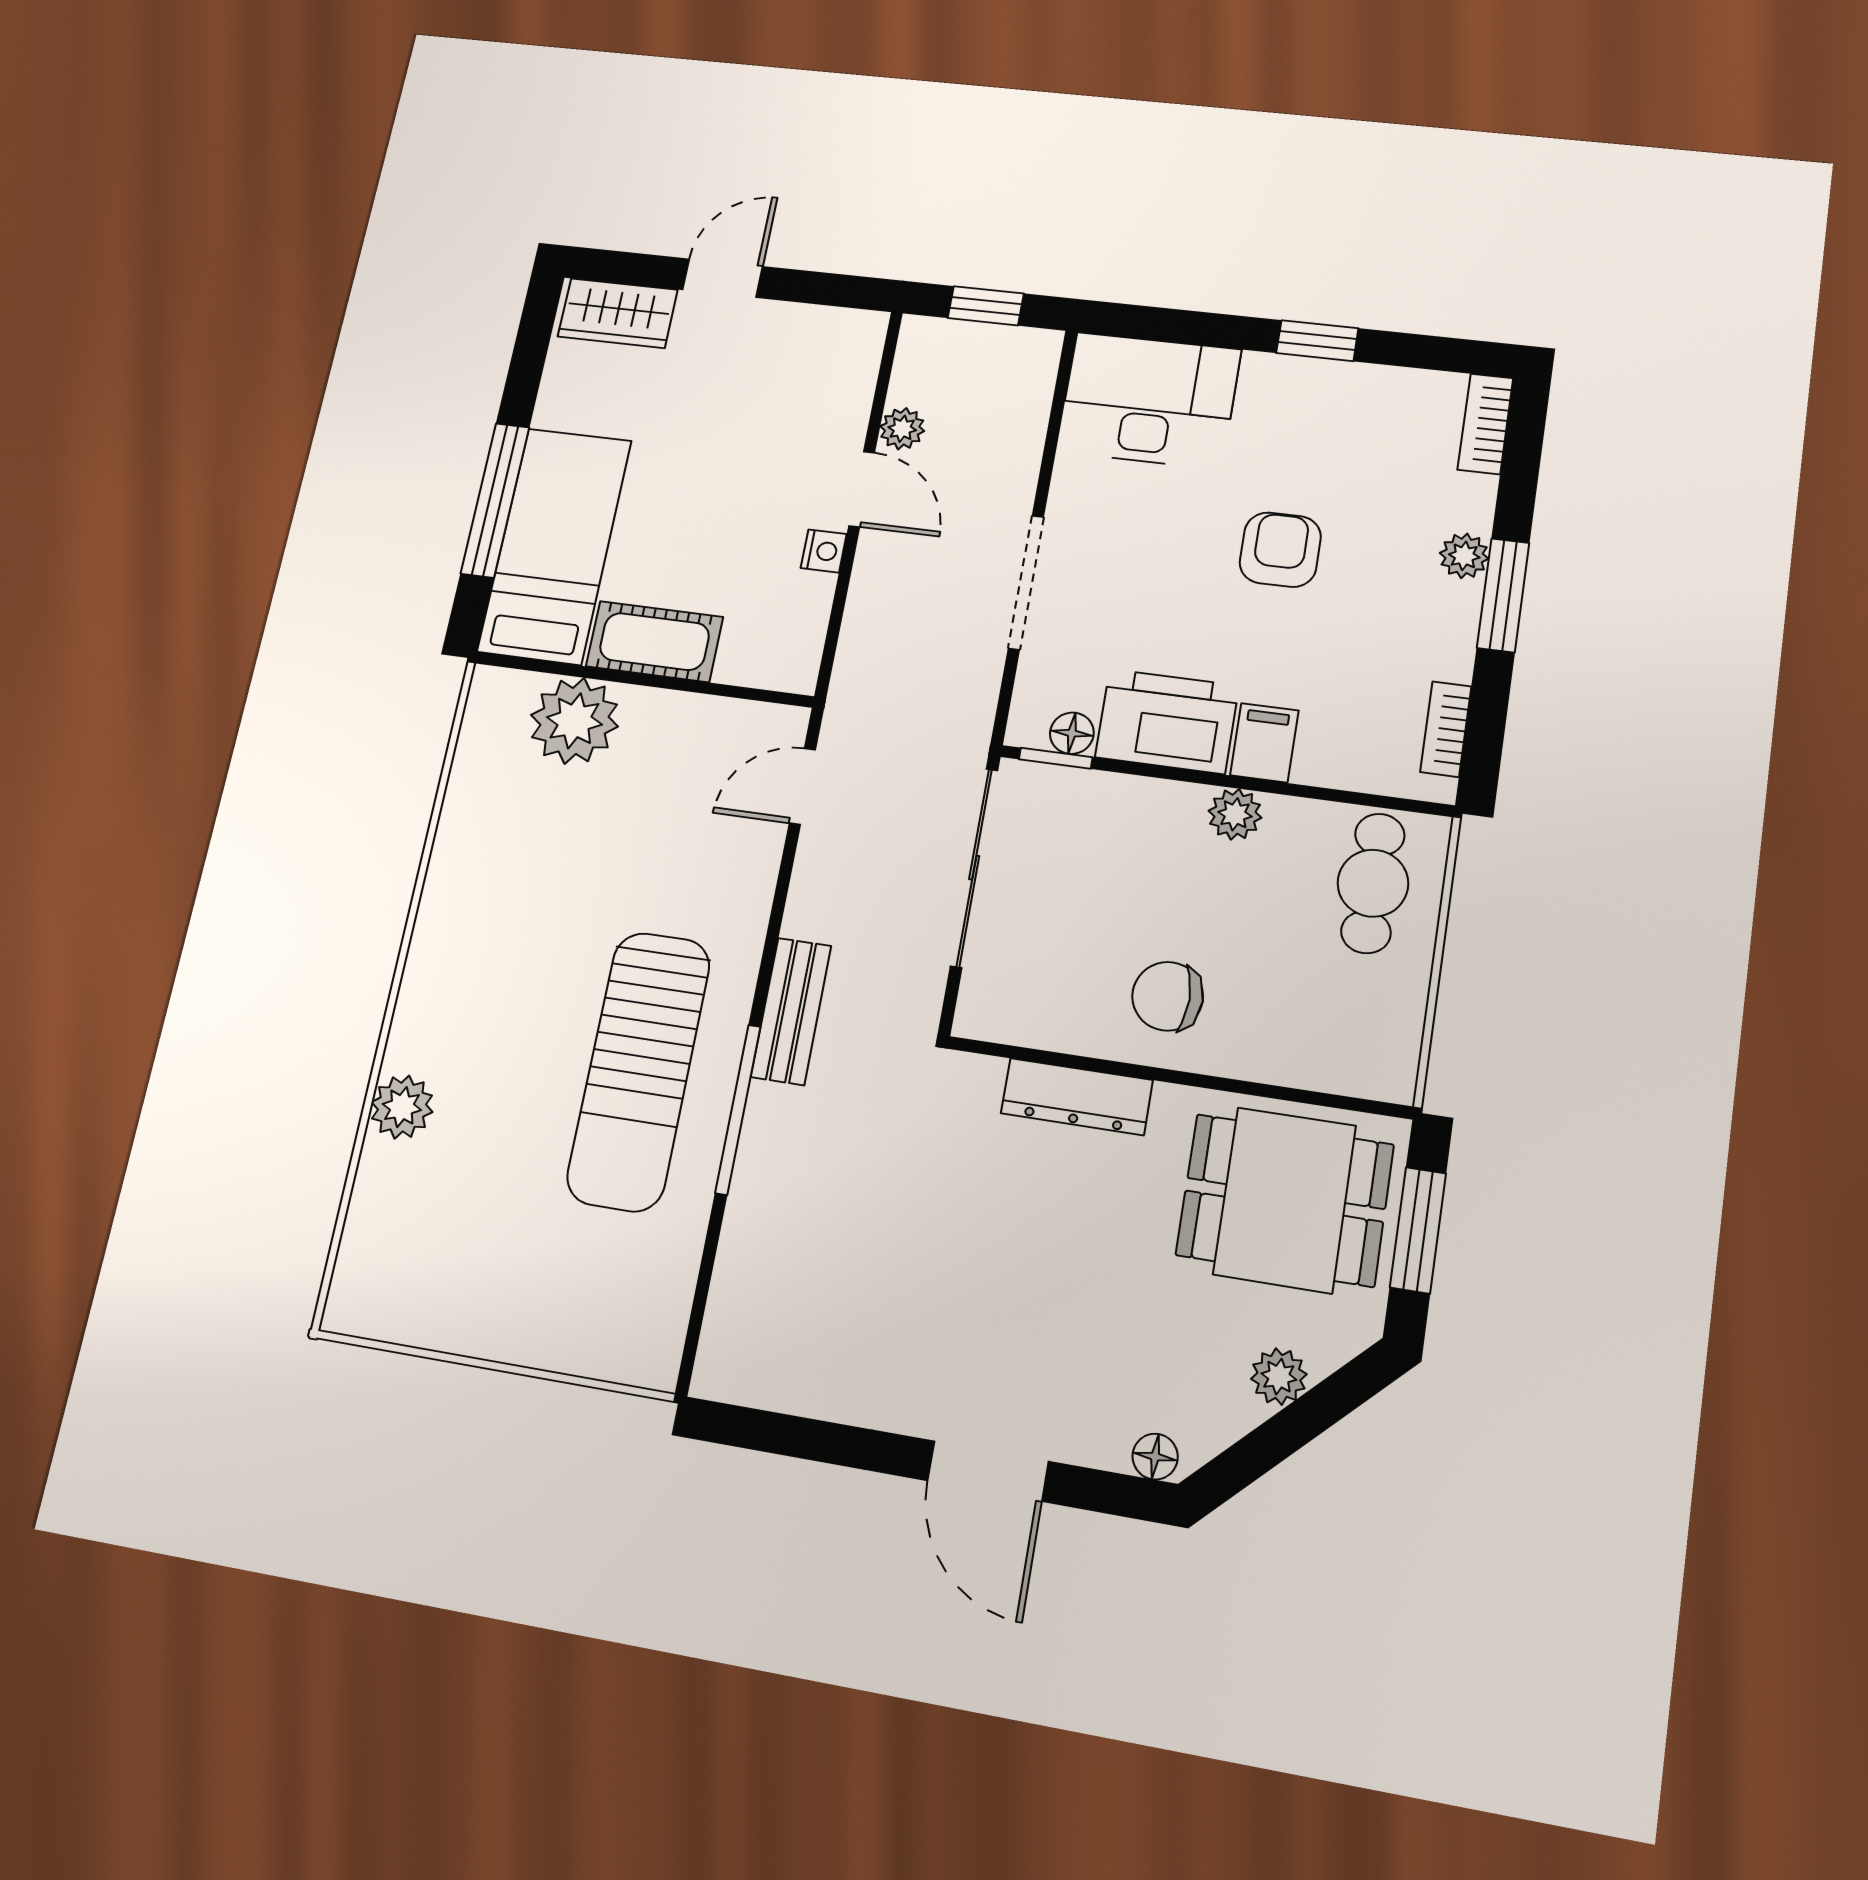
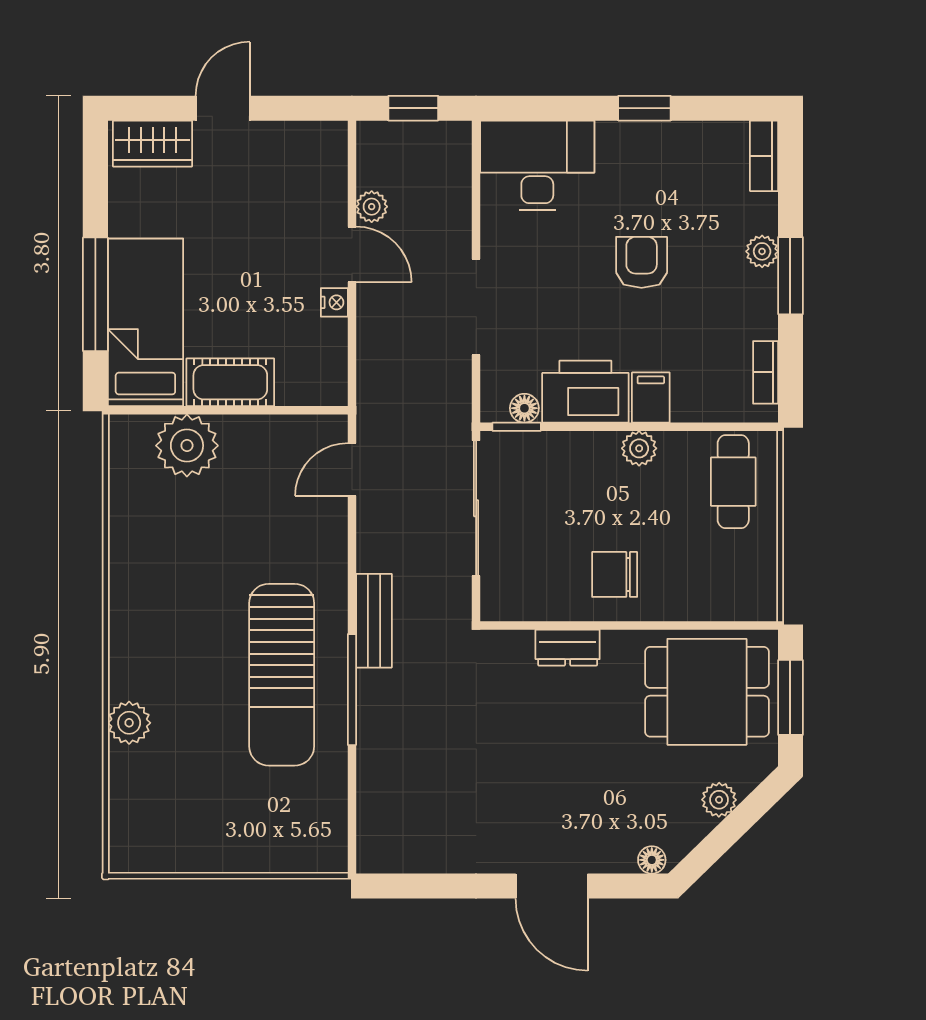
dresser: (1077, 1097) -> (568, 648), width x0.70

